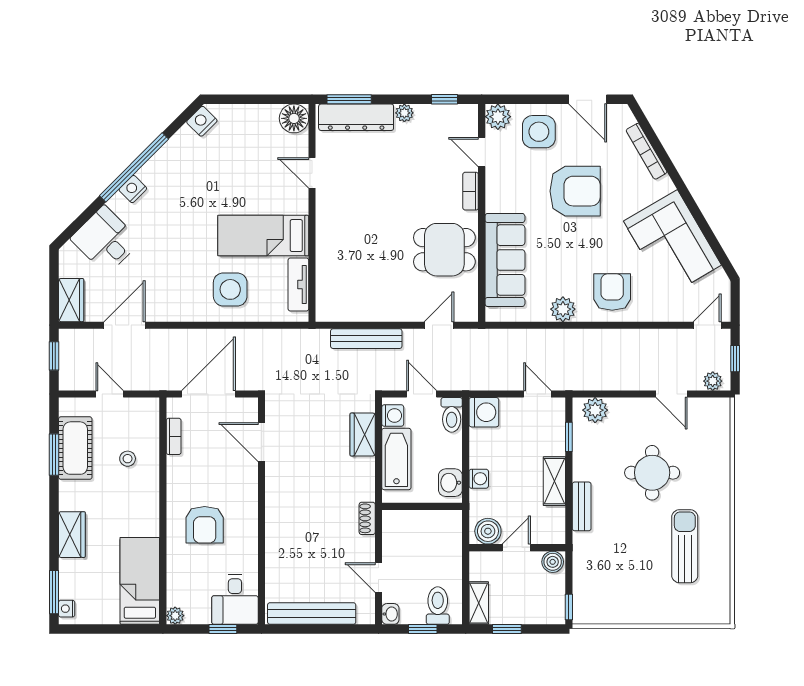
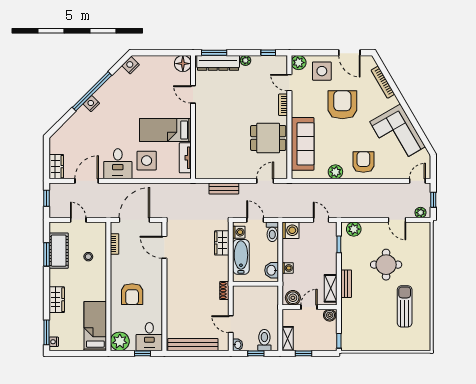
armchair: (575, 191) -> (342, 105), turned -90
desk: (105, 240) -> (118, 164), moved, turned -135
bench: (366, 339) -> (224, 188), width x0.73
shelving: (554, 481) -> (331, 288), moved
plant: (175, 616) -> (120, 341), width x1.88, depth x1.88

